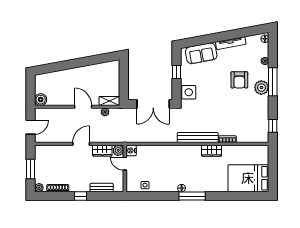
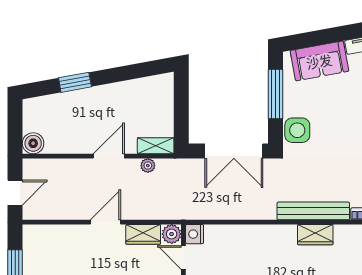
window: (64, 65) -> (75, 82), added
window: (177, 72) -> (275, 94), width x2.17
door: (83, 107) -> (109, 156), hinge flipped
wardrobe: (212, 151) -> (315, 235), moved

